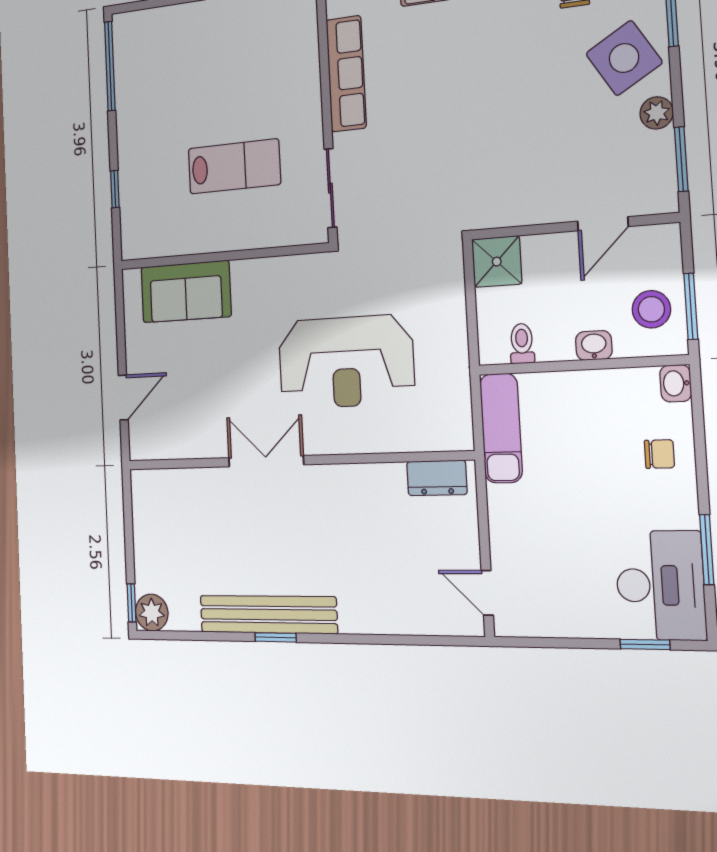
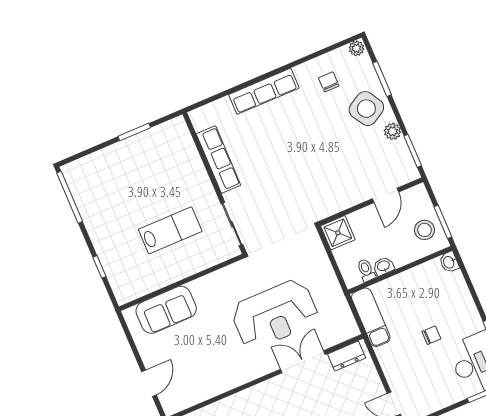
washbasin: (594, 345) -> (384, 266), moved
chair: (659, 454) -> (431, 335), moved
double door: (266, 461) -> (303, 362), moved

